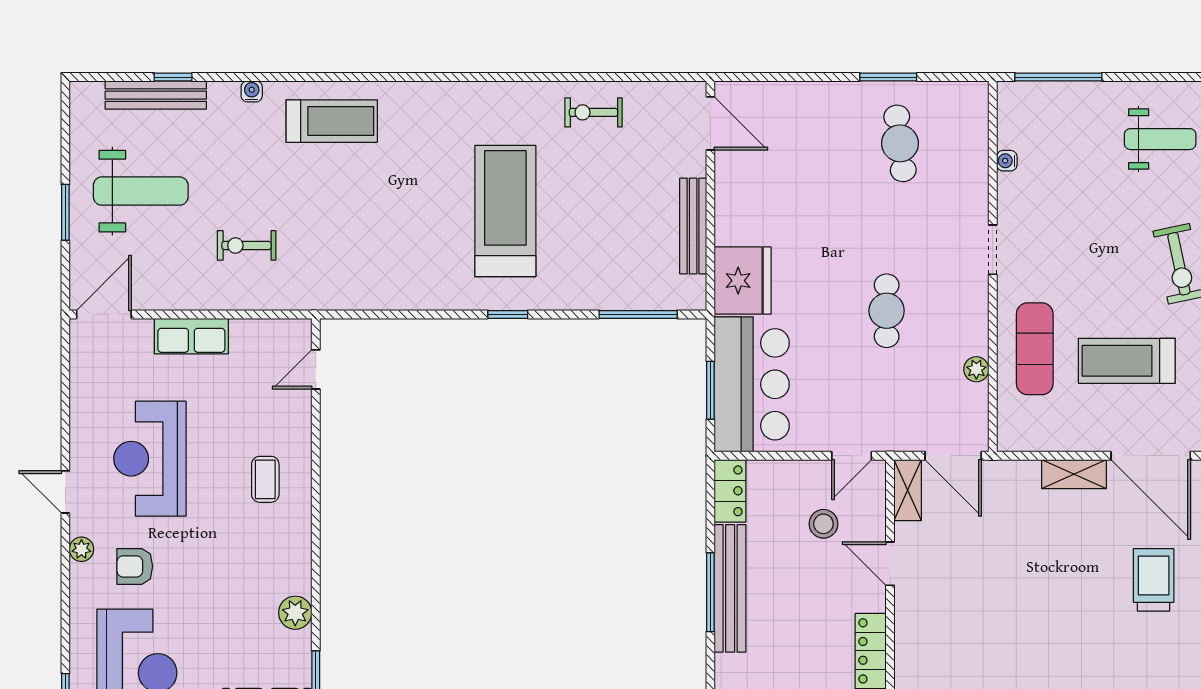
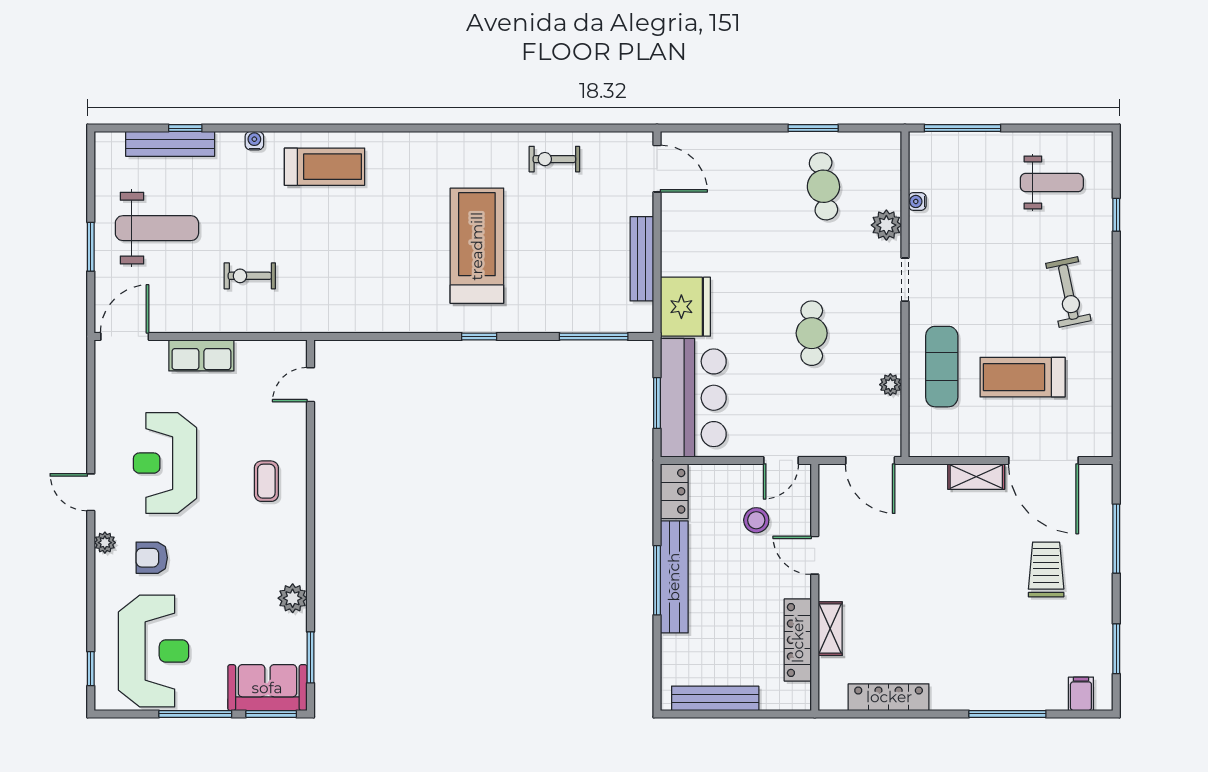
plant: (972, 188) -> (886, 225), added
shelving: (908, 490) -> (830, 629), moved

